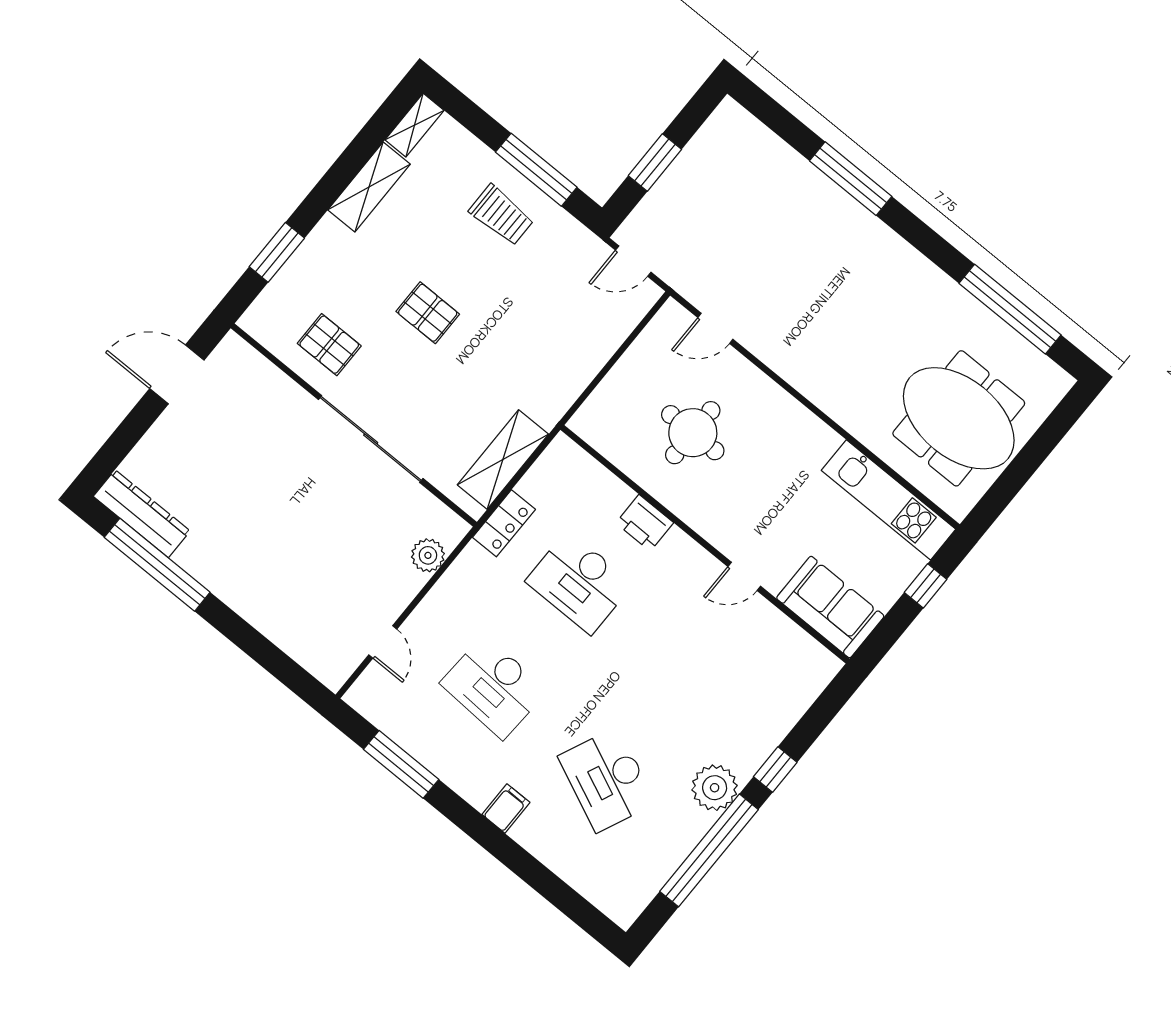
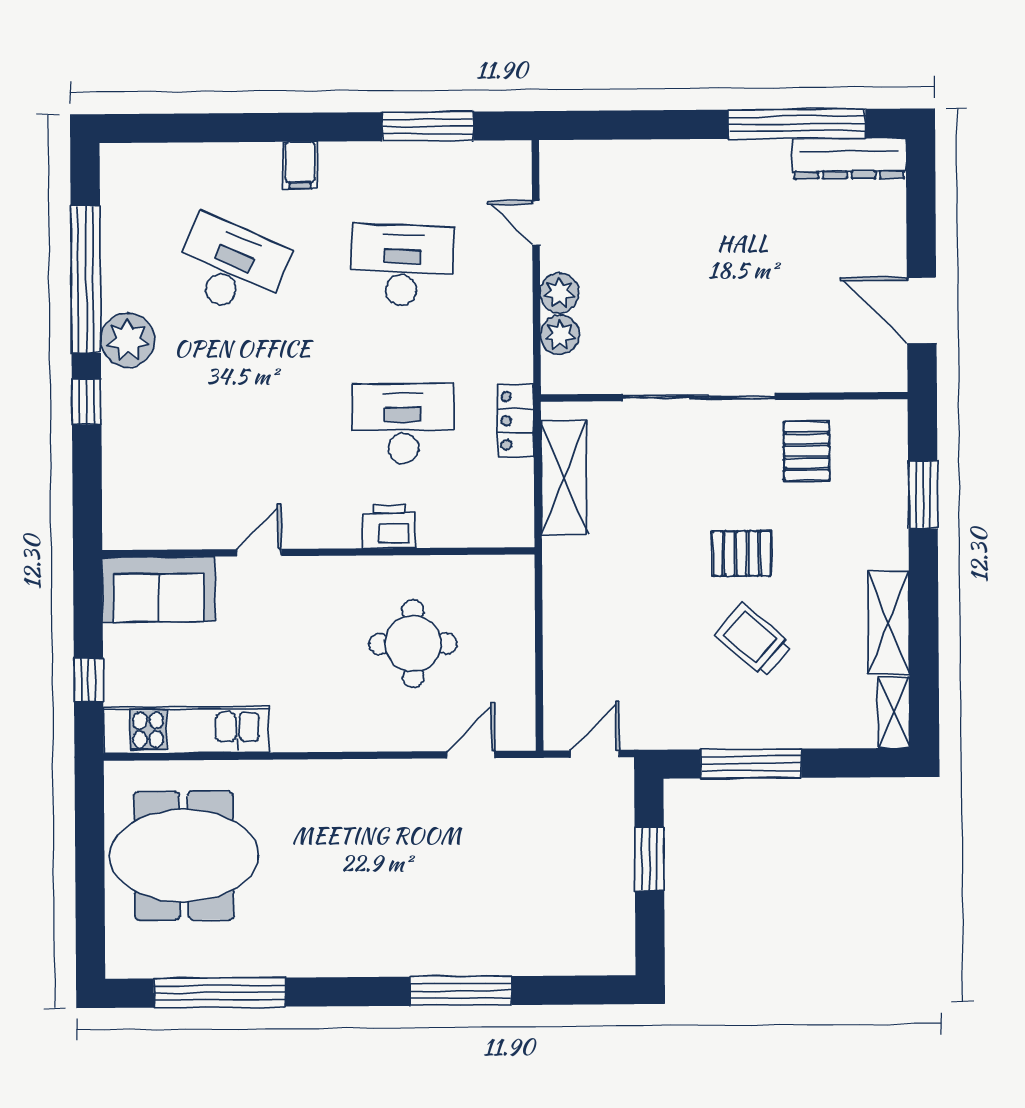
trolley: (501, 215) -> (753, 640), moved, turned 41
pallet: (329, 345) -> (807, 451), turned 90
door: (177, 374) -> (922, 310), swing flipped
plant: (405, 583) -> (560, 293), added

